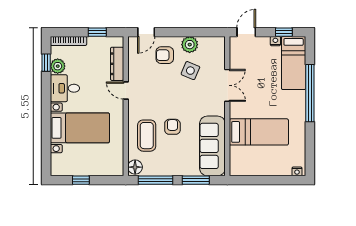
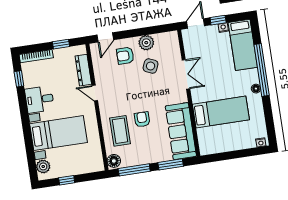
window: (284, 32) -> (218, 20), moved
plant: (58, 66) -> (43, 166), moved
floor lamp: (301, 112) -> (256, 89), added

